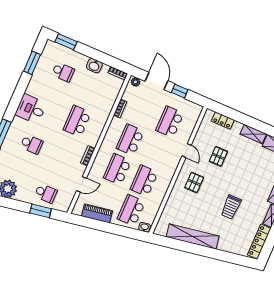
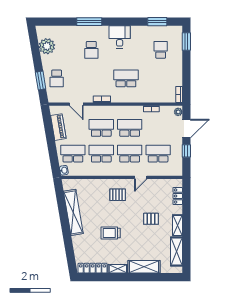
washbasin: (94, 66) -> (177, 73), removed
school desk: (63, 72) -> (161, 50), turned 180
school desk: (157, 151) -> (130, 154), added
pallet: (218, 156) -> (151, 219), moved

